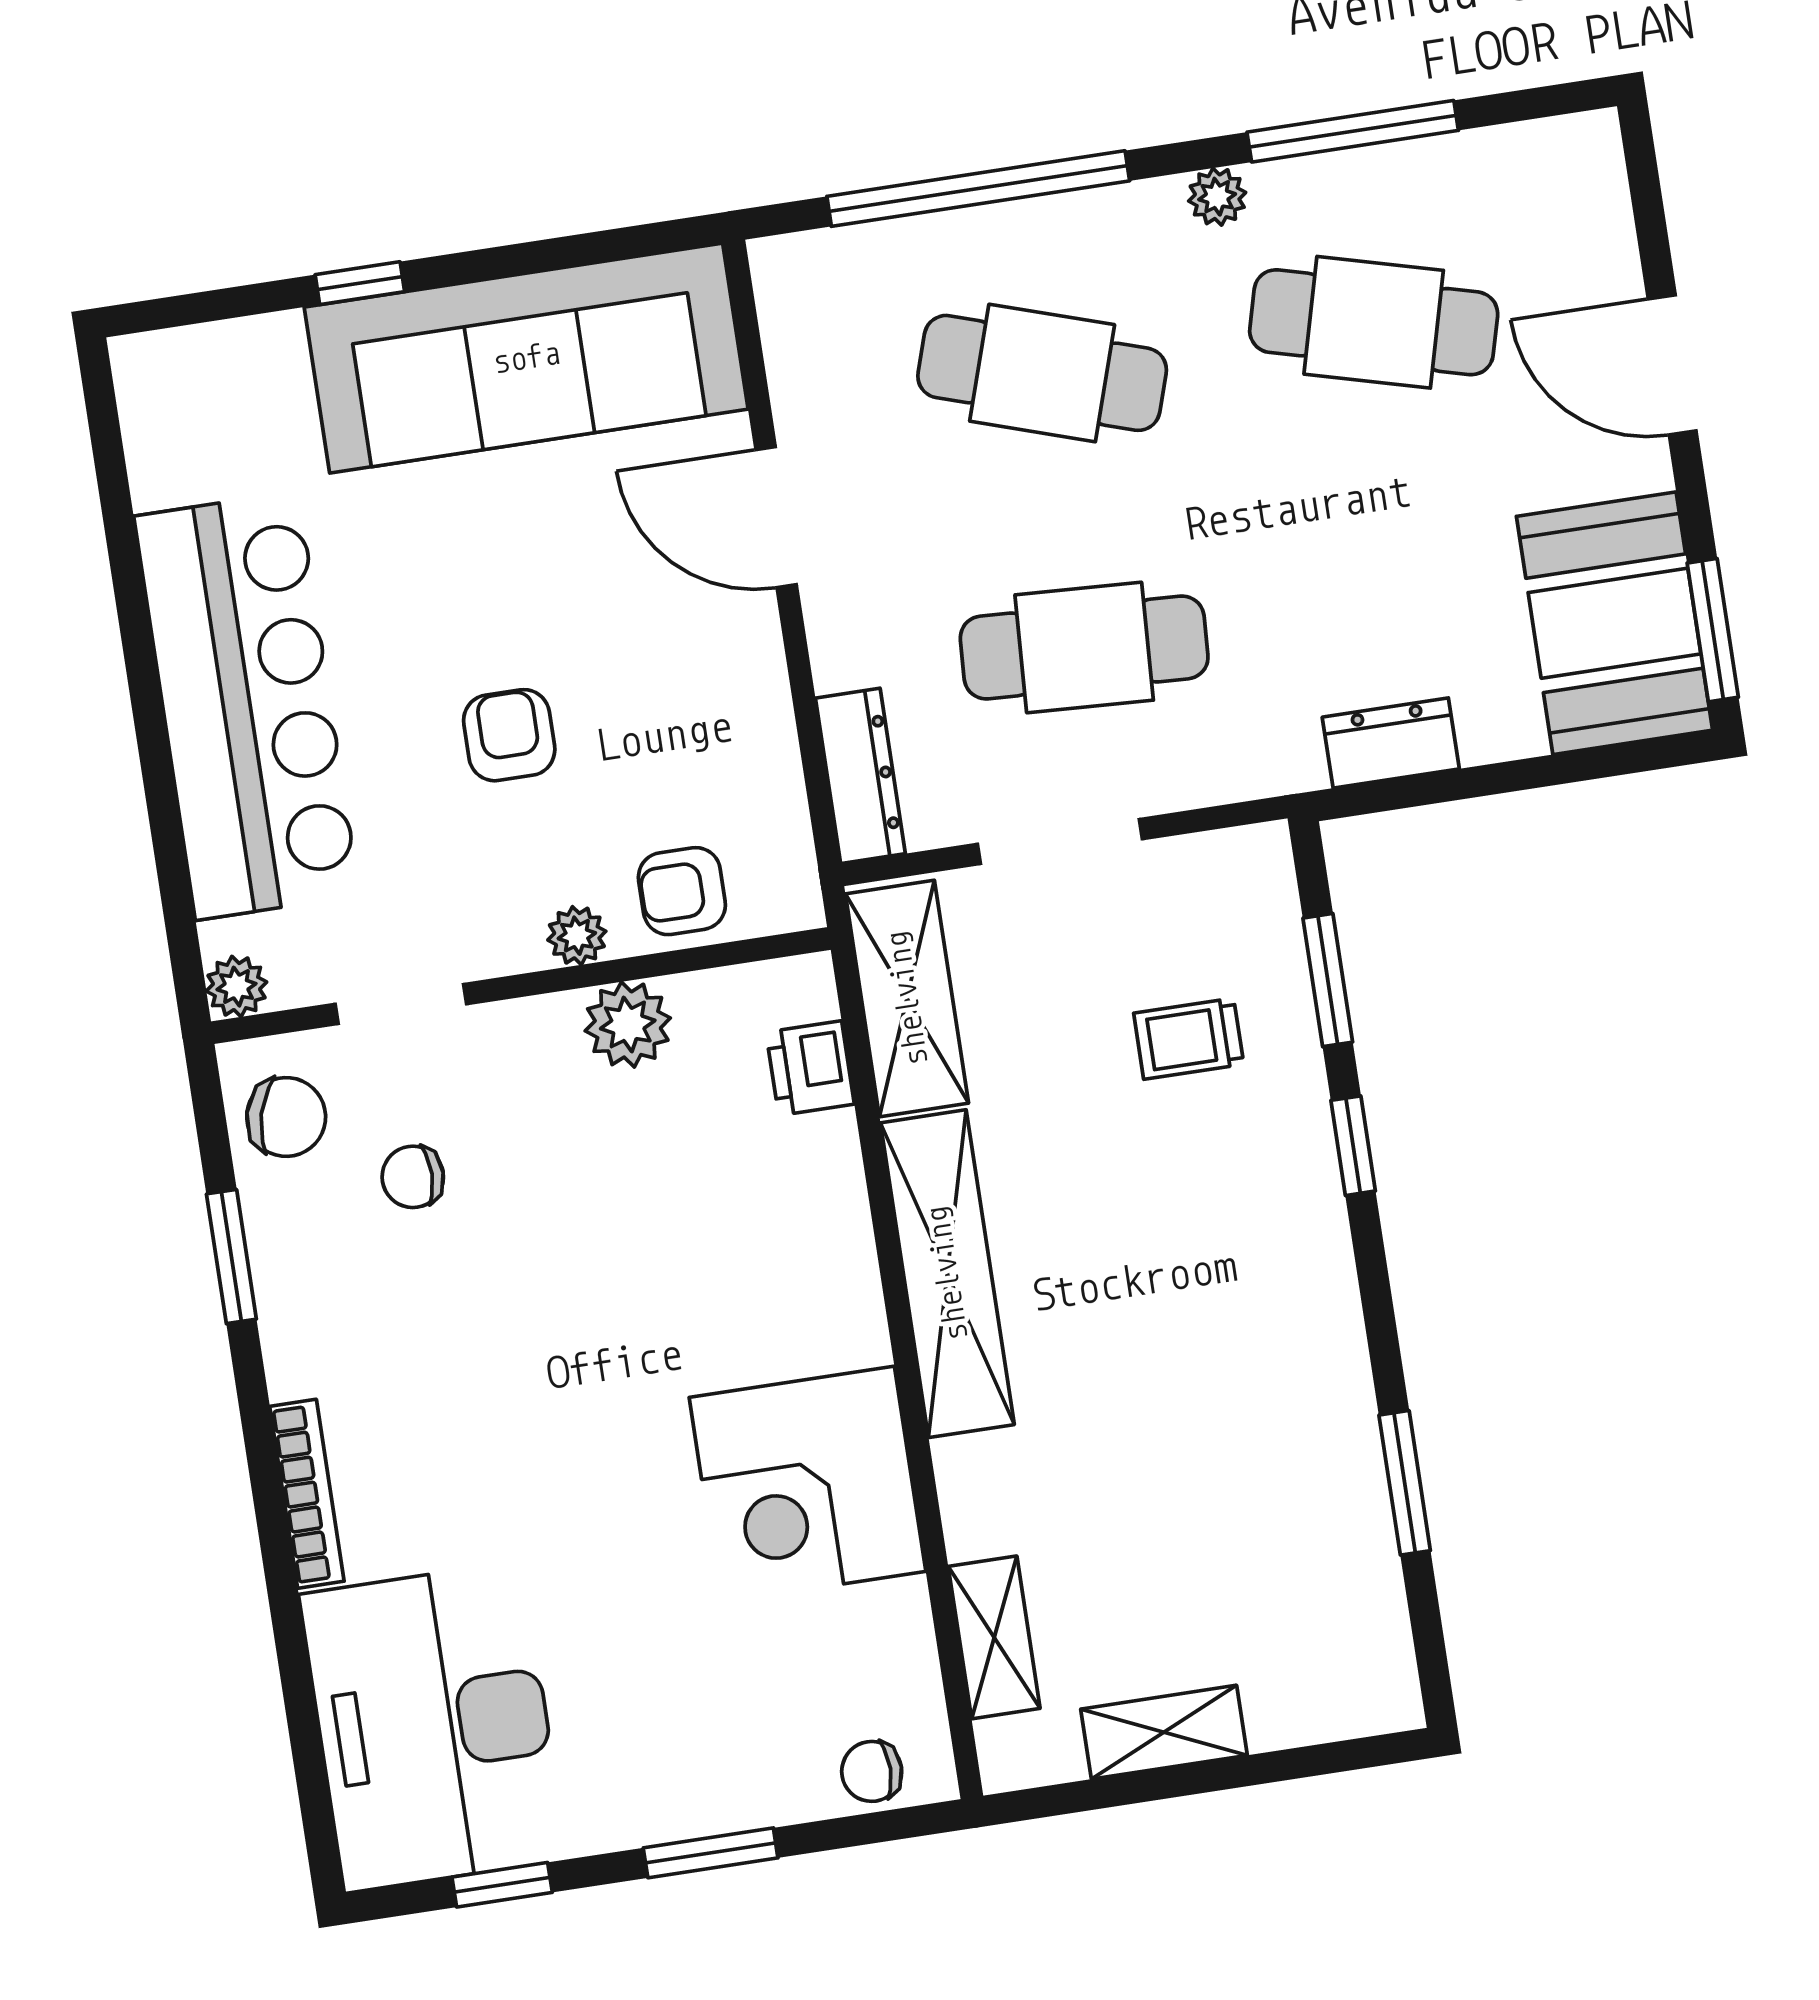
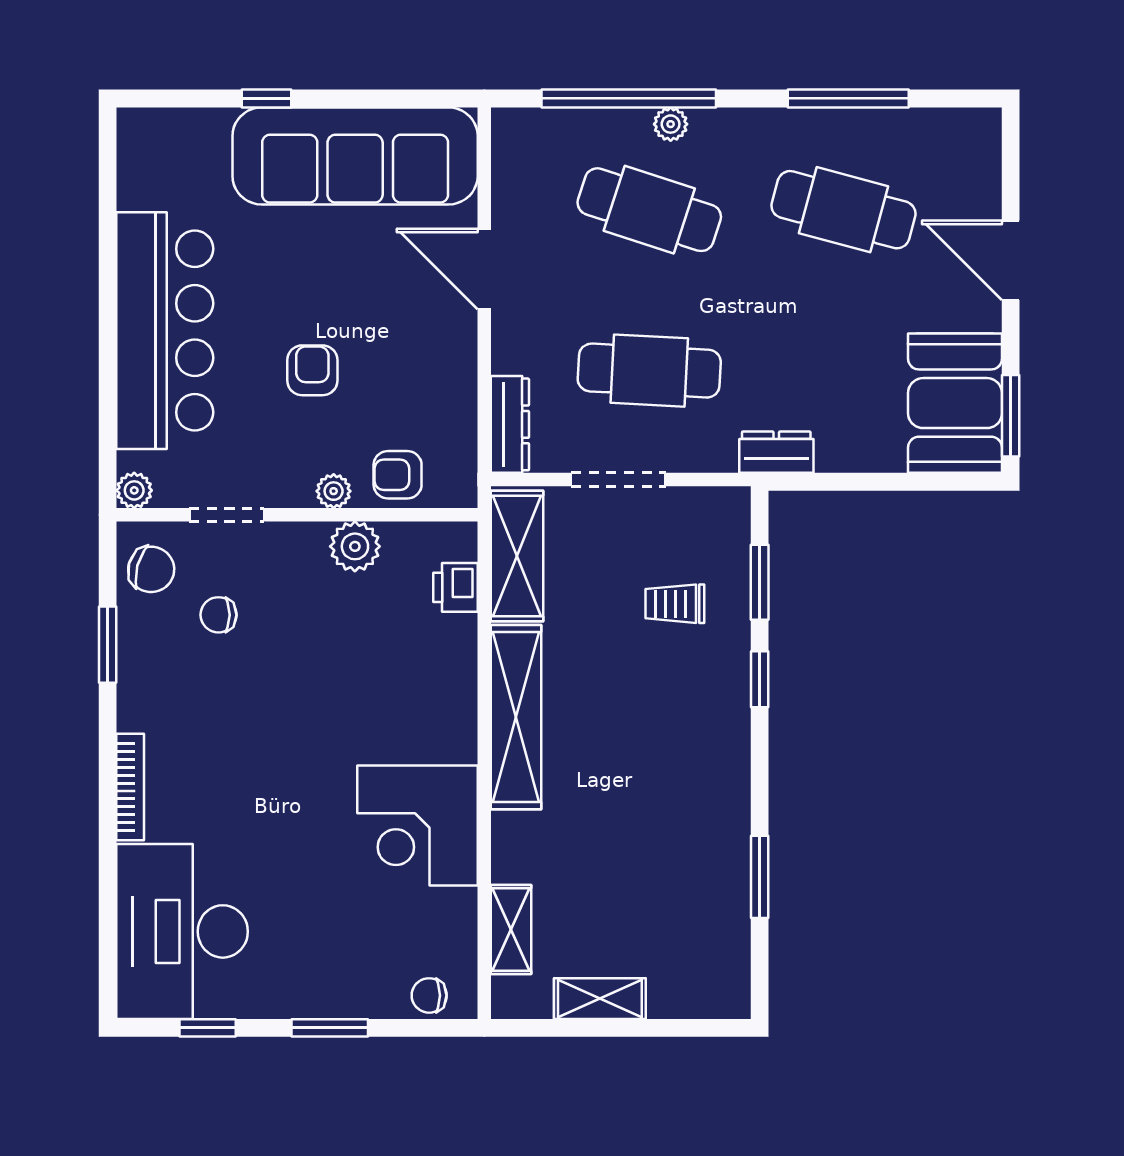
plant: (1217, 197) -> (671, 124), moved
dresser: (1391, 743) -> (776, 452), moved

